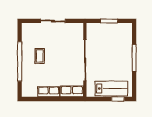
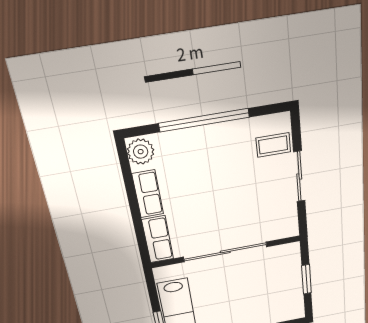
coffee table: (40, 56) -> (273, 145), moved
plant: (29, 91) -> (141, 152), added

